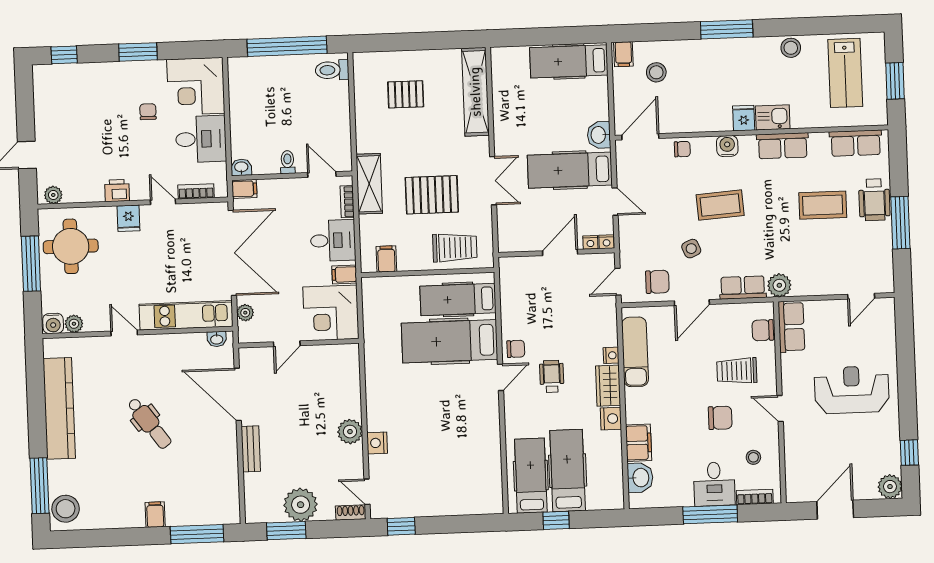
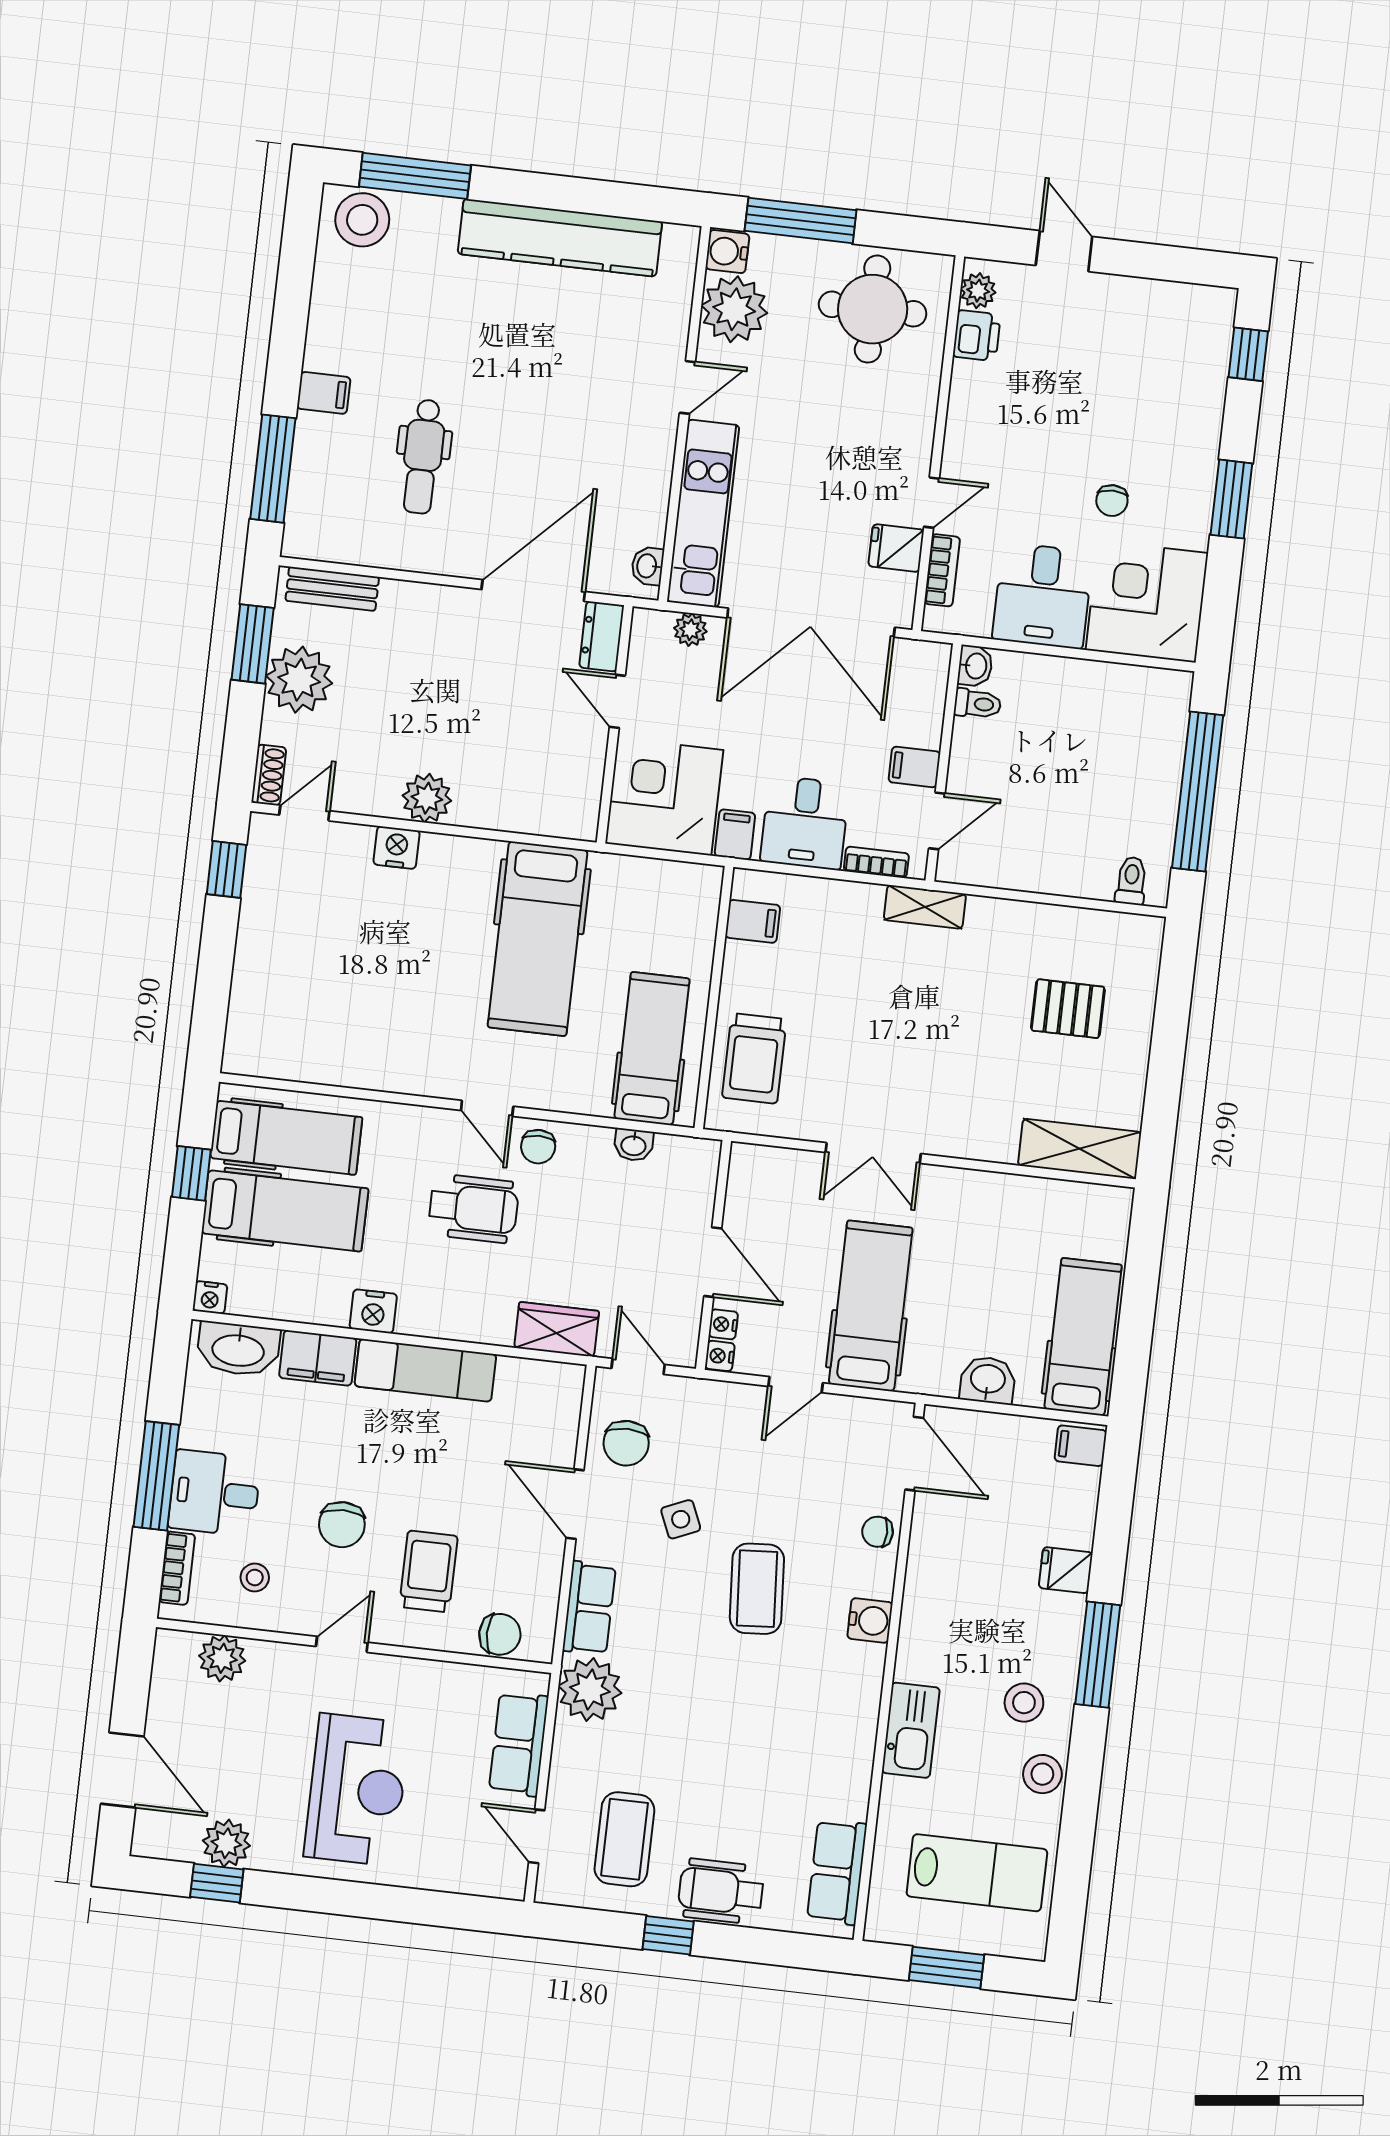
toilet: (332, 70) -> (1131, 881), width x0.73, depth x0.72
stool: (656, 72) -> (1024, 1703), moved
lab bench: (845, 73) -> (977, 1873), turned 180
shelving: (475, 92) -> (1080, 1149), width x0.68
pallet: (406, 94) -> (1068, 1009), turned 90
chair: (148, 112) -> (1112, 501), turned 90
kitchen sink: (773, 117) -> (911, 1730), width x1.38
fridge: (744, 118) -> (1066, 1570), moved, turned 180
washbasin: (599, 135) -> (988, 1380), moved
row of seats: (783, 146) -> (854, 1729), removed
chair: (682, 149) -> (878, 1532), turned 90
toilet: (288, 162) -> (978, 704), moved
shelving: (369, 184) -> (925, 907), width x0.67, depth x0.75
filing cabinet: (244, 189) -> (914, 767), moved, turned 90
printer: (117, 191) -> (977, 336), moved
pallet: (432, 195) -> (864, 1029), removed
coffee table: (823, 205) -> (624, 1839), moved
fridge: (128, 218) -> (896, 548), moved
window: (900, 223) -> (668, 1935), width x0.46
window: (31, 264) -> (801, 221), moved
plant: (779, 285) -> (590, 1690), width x1.36, depth x1.36
washbasin: (508, 301) -> (634, 1145), added
plant: (74, 324) -> (734, 309), width x1.88, depth x1.88
row of seats: (791, 327) -> (519, 1744), moved, turned 90
chair: (763, 330) -> (500, 1634), turned 90
hospital bed: (450, 341) -> (538, 939), moved, turned 180
exam couch: (635, 352) -> (425, 1370), moved
nightstand: (611, 355) -> (210, 1297), moved
dresser: (255, 357) -> (602, 636), added
wheelchair: (552, 376) -> (473, 1208), width x1.36, depth x1.37
wardrobe: (608, 386) -> (557, 1329), moved
dental chair: (149, 423) -> (423, 457), moved, turned -54
bench: (251, 449) -> (332, 589), moved
plant: (796, 467) -> (222, 1658), added
washbasin: (640, 478) -> (238, 1349), width x1.38
plant: (890, 487) -> (226, 1843), moved
door: (835, 510) -> (122, 1770), moved

